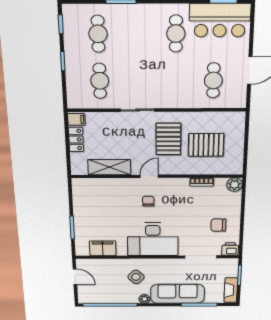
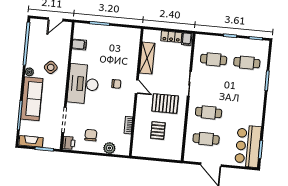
cafe table: (176, 34) -> (209, 112), moved
pallet: (206, 145) -> (158, 130), width x0.67, depth x0.71
plant: (235, 185) -> (109, 148), moved
filing cabinet: (103, 248) -> (79, 44), width x0.50

